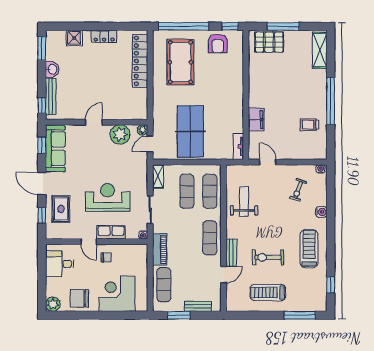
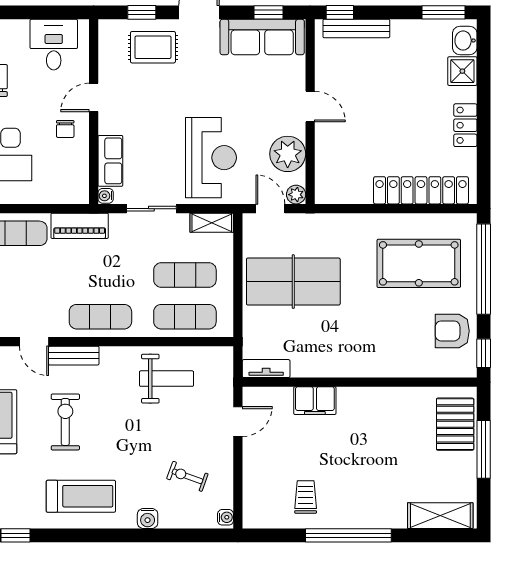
washbasin: (52, 69) -> (465, 41), moved, turned 90
reception desk: (108, 197) -> (211, 158), moved
row of seats: (111, 232) -> (110, 161), moved

